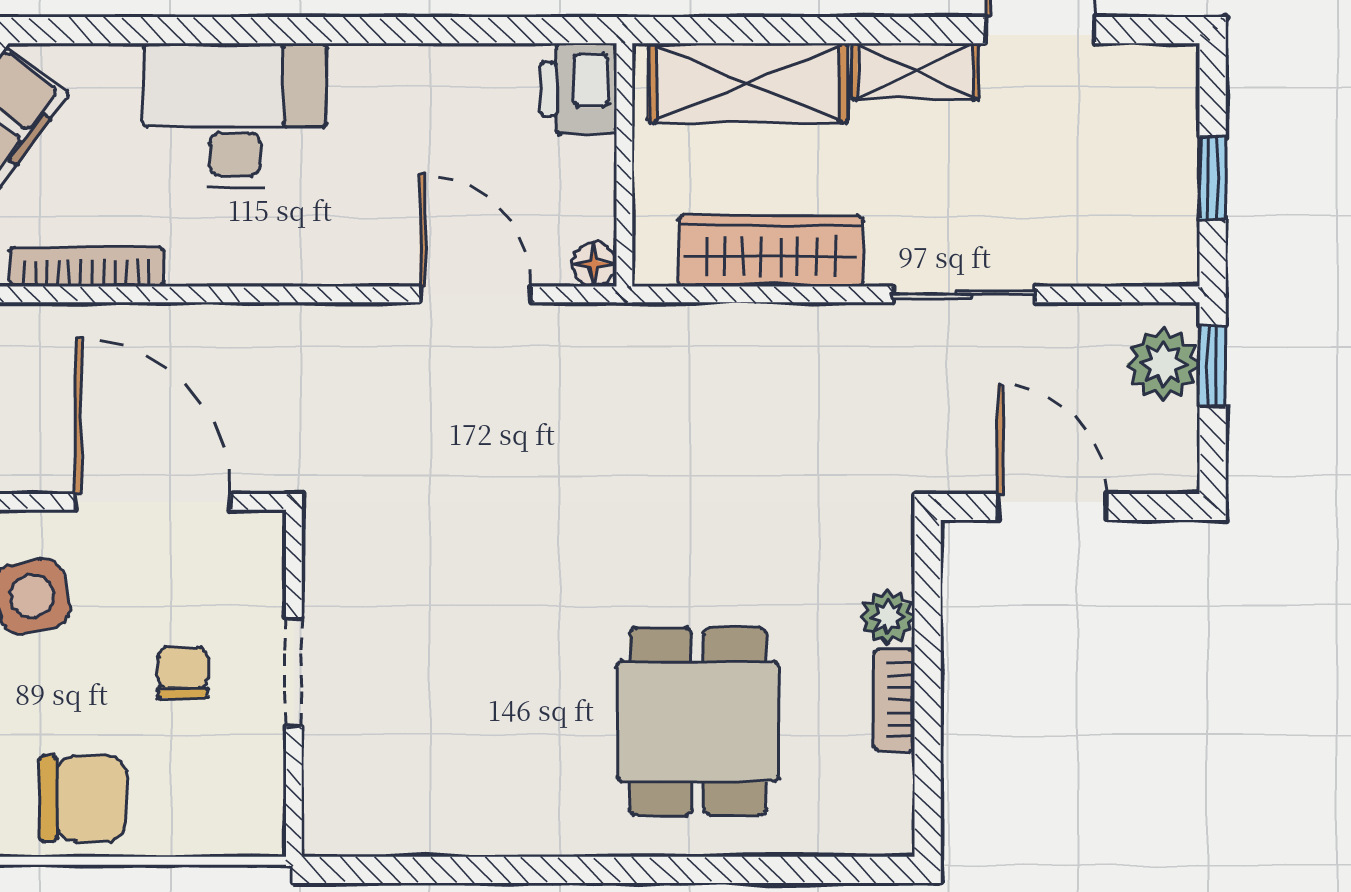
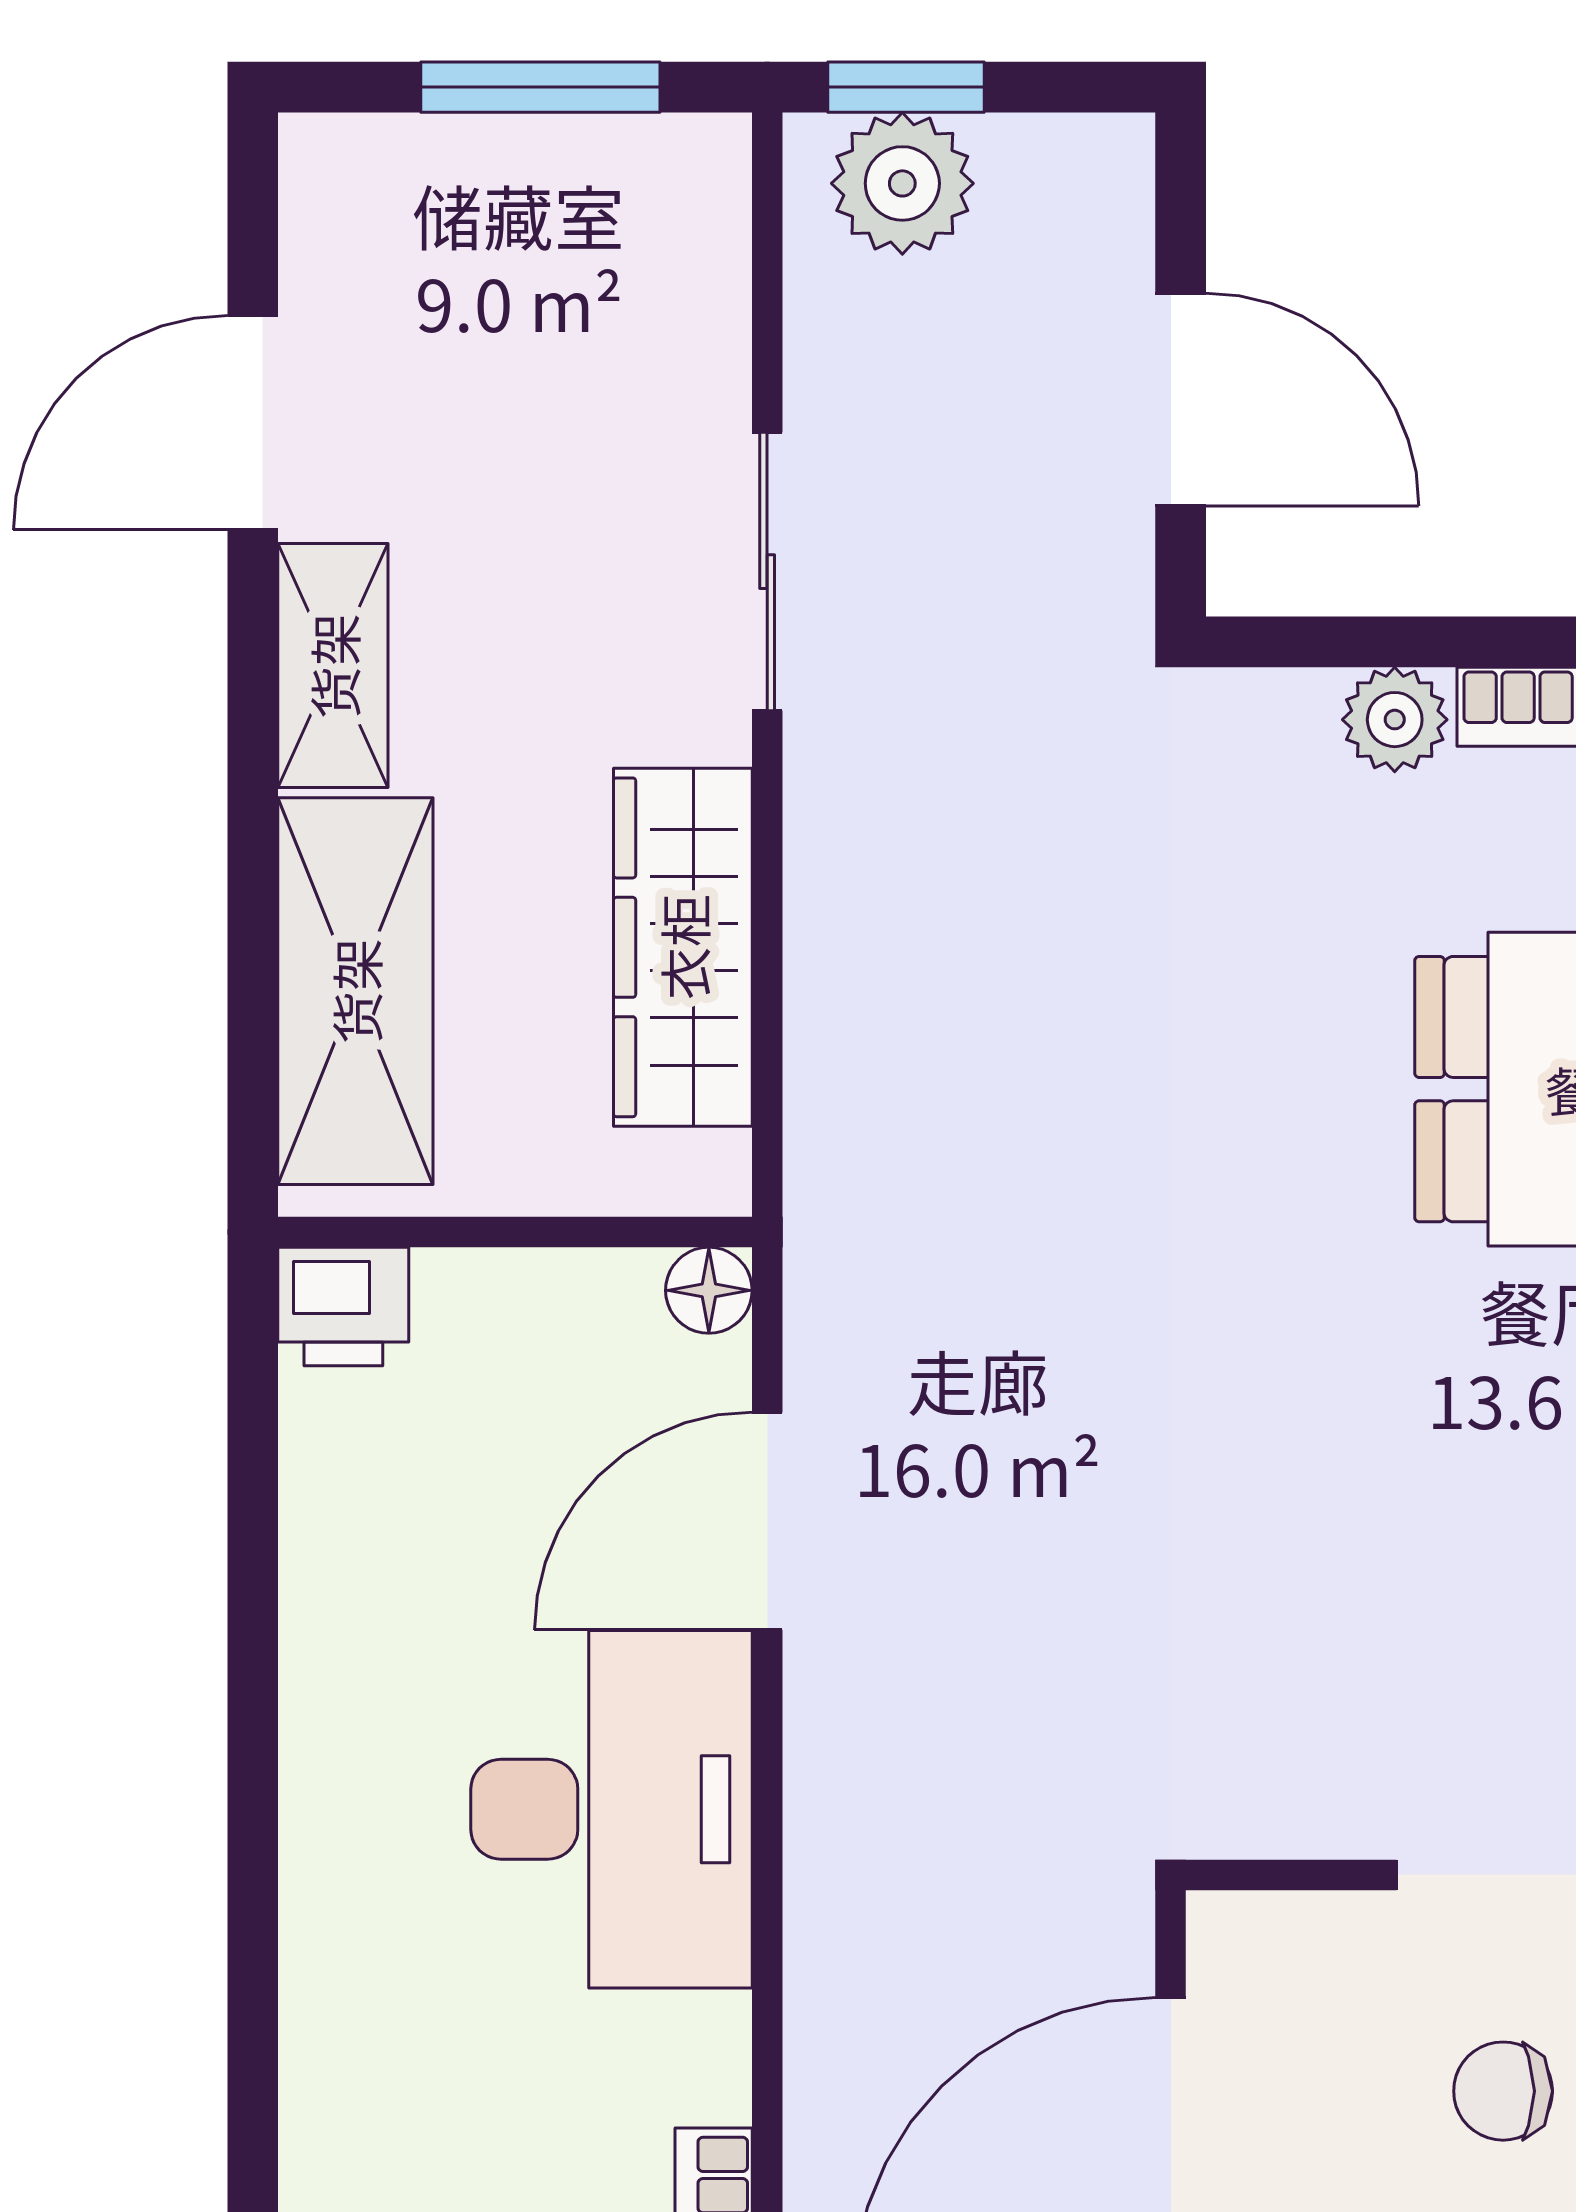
printer: (579, 89) -> (343, 1307), width x0.73, depth x0.81
desk: (235, 115) -> (611, 1809), moved, turned 180
window: (1213, 178) -> (540, 87), width x1.50
door: (1052, 507) -> (1181, 399), swing flipped

